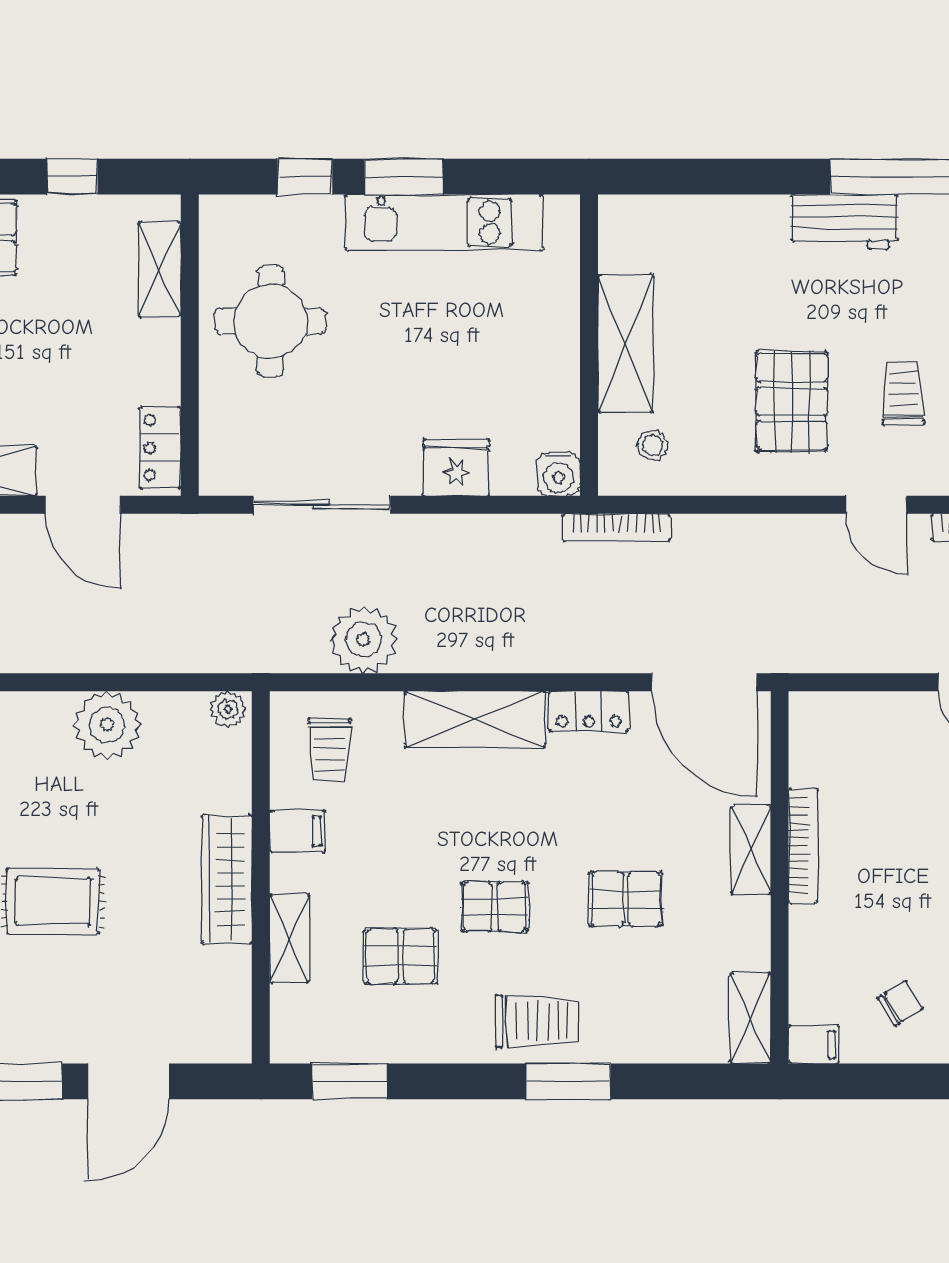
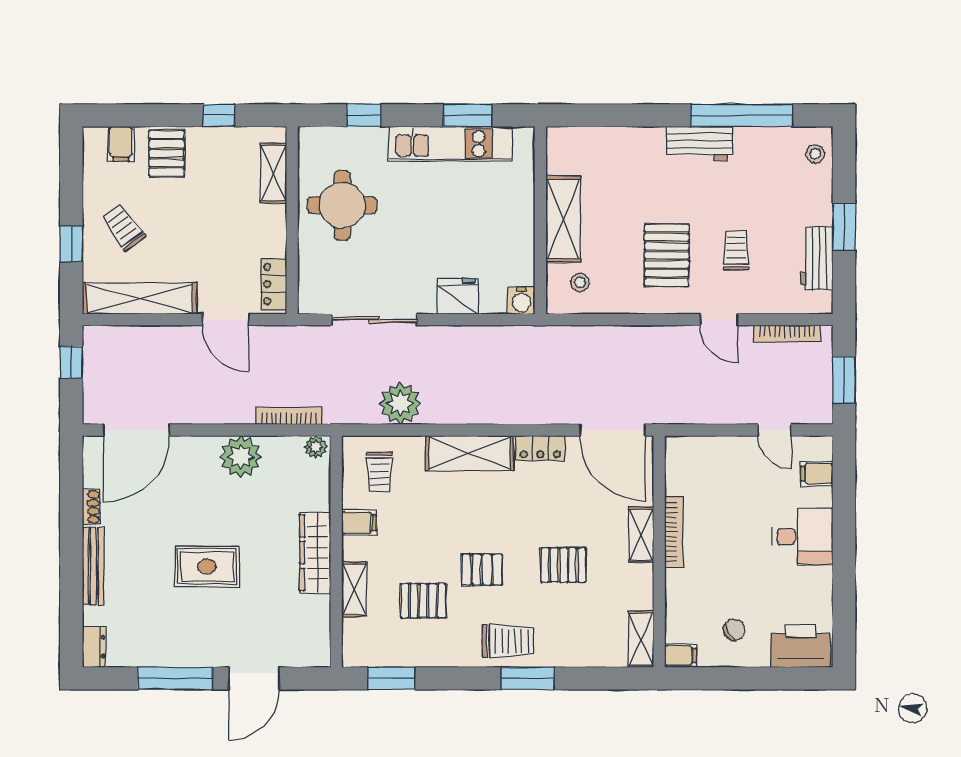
window: (404, 177) -> (468, 115), moved
bookcase: (616, 527) -> (289, 416), moved, turned 180

